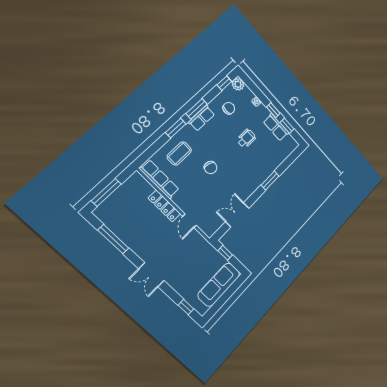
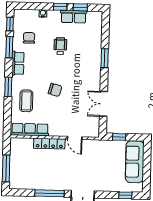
plant: (238, 84) -> (19, 15), removed
window: (197, 109) -> (9, 47), moved
window: (113, 239) -> (50, 193), moved

